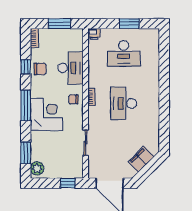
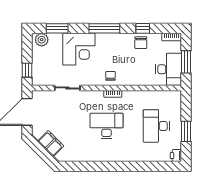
printer: (94, 34) -> (176, 156), moved
desk: (70, 68) -> (169, 69), moved, turned -90
corner desk: (47, 115) -> (79, 49), moved

